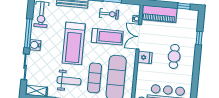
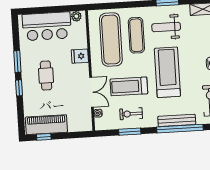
piano: (159, 14) -> (46, 125), moved
window: (199, 38) -> (19, 88), moved
fridge: (145, 57) -> (80, 56), moved
window: (196, 72) -> (17, 61), added

